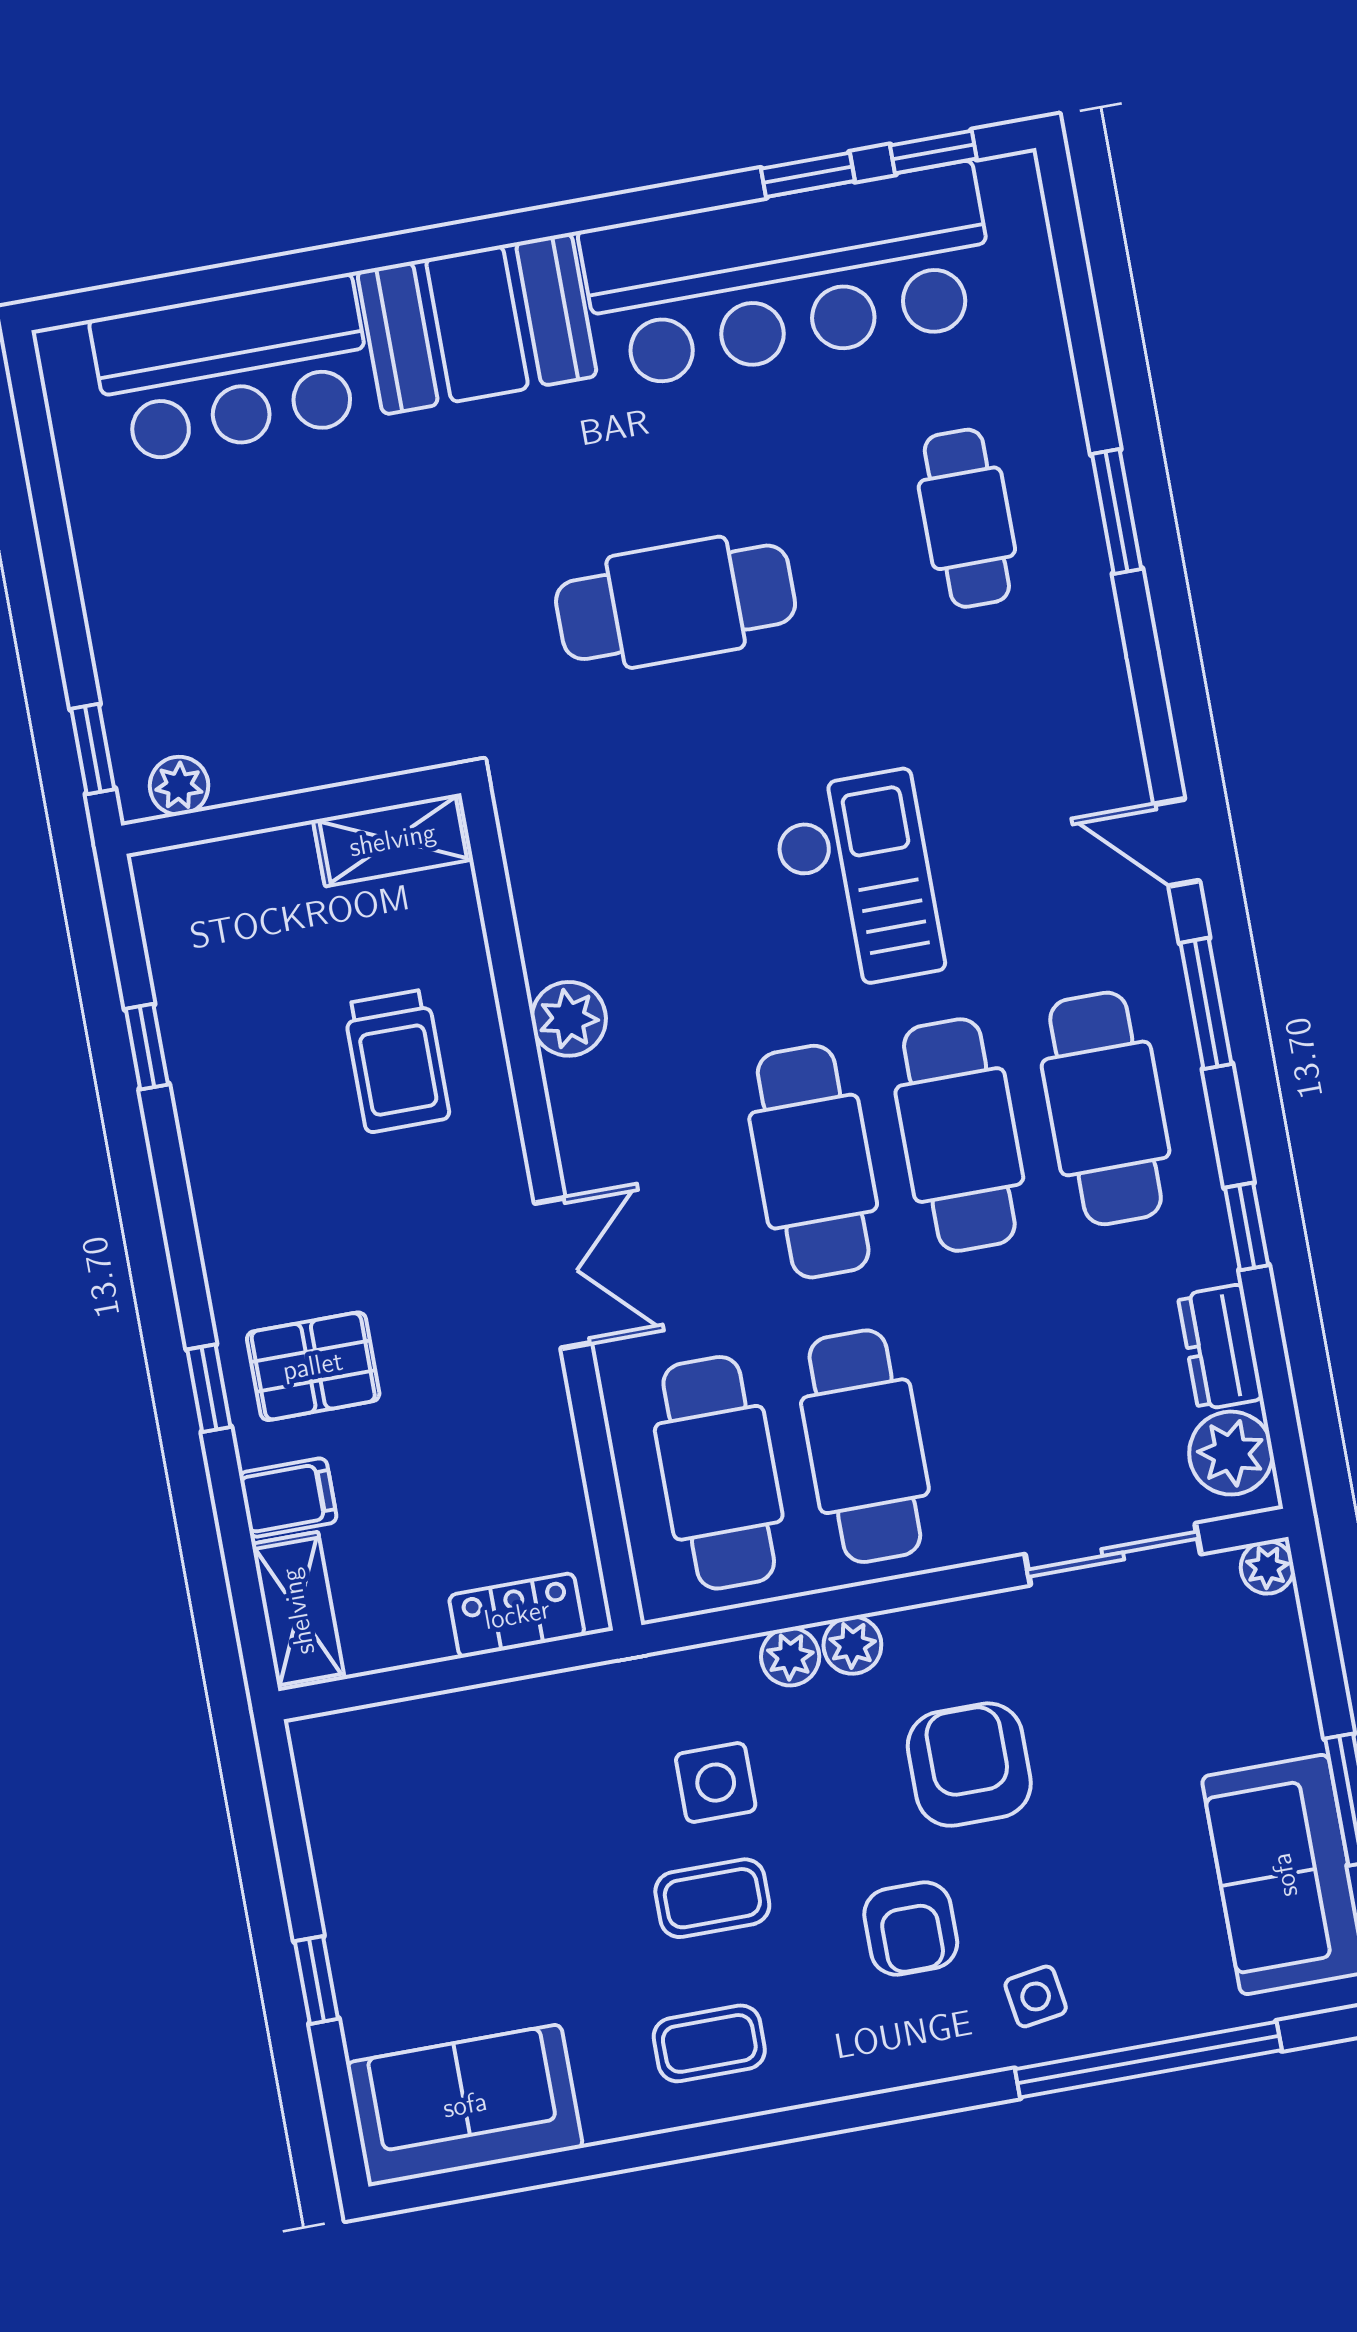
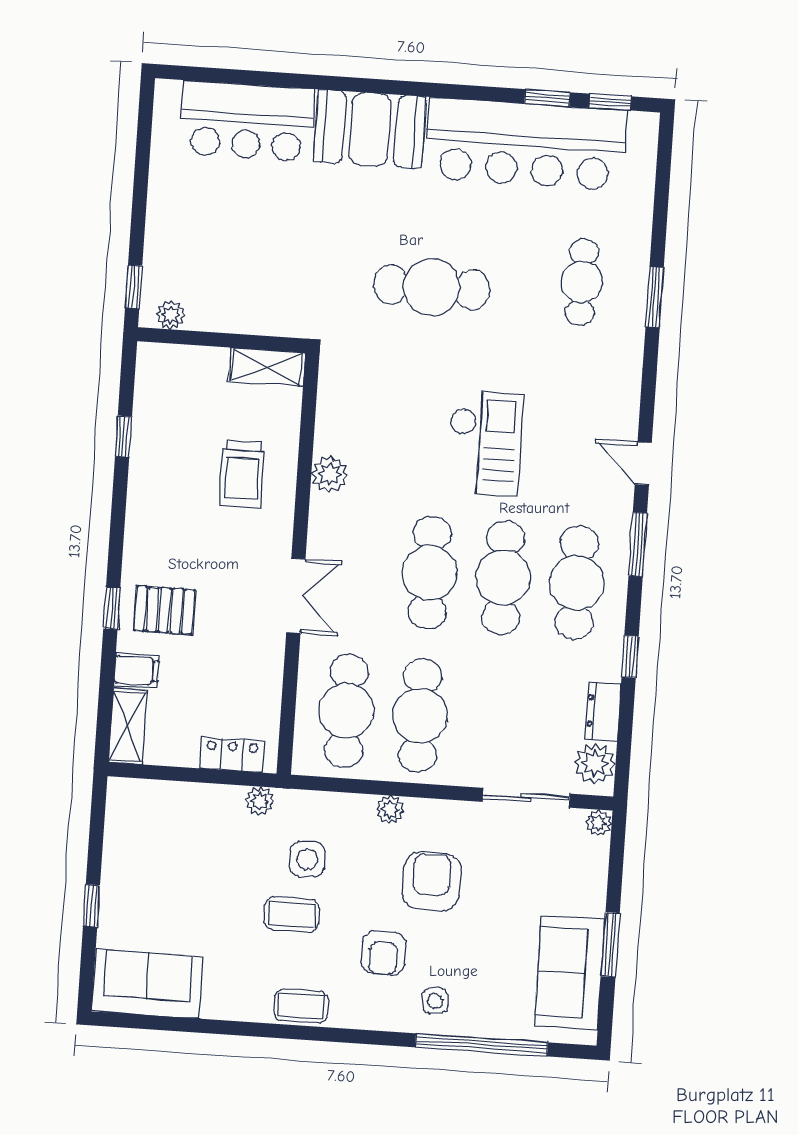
plant: (790, 1657) -> (260, 801), moved
coffee table: (709, 2043) -> (301, 1006), moved

